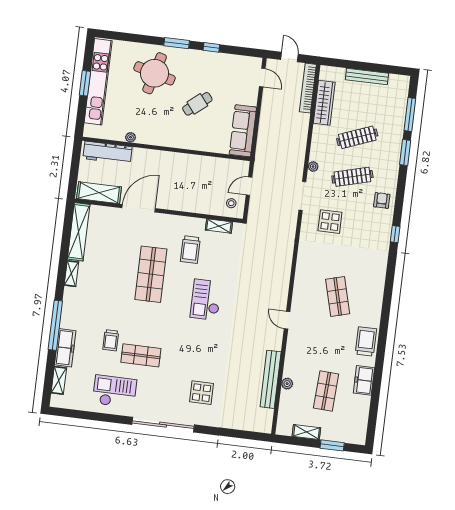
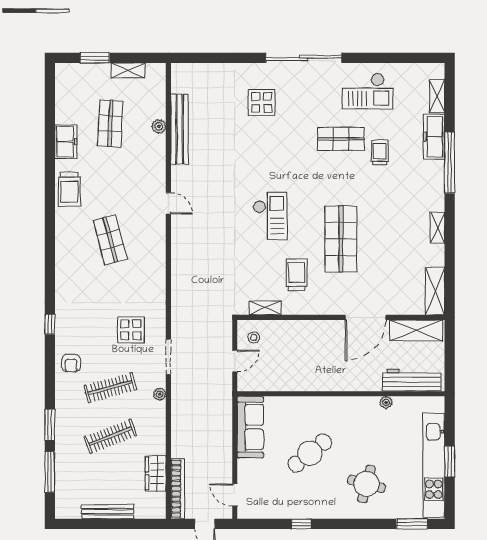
window: (177, 43) -> (412, 524), moved
round table: (155, 73) -> (366, 484), width x0.73, depth x0.73
wardrobe: (324, 103) -> (156, 473), width x0.67
cafe table: (197, 104) -> (310, 453), width x1.37, depth x1.35
shelving: (79, 232) -> (435, 291), width x0.68

